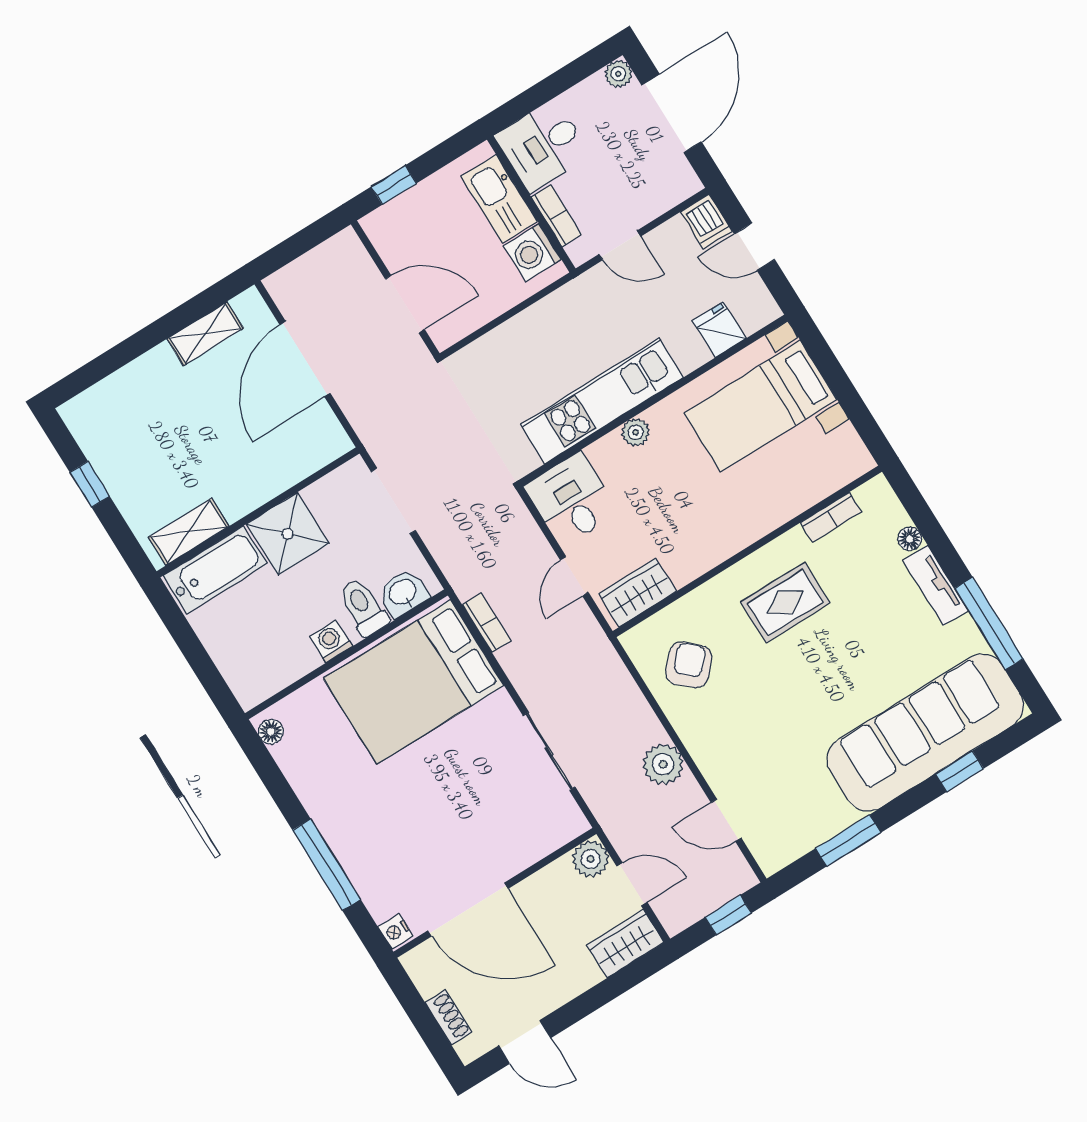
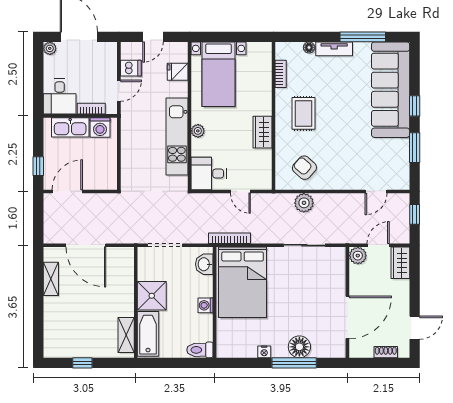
dishwasher: (706, 221) -> (131, 68), moved
door: (405, 304) -> (67, 191), moved
wardrobe: (637, 592) -> (263, 132), moved
toilet: (363, 607) -> (200, 350), moved
bookcase: (487, 623) -> (229, 238), width x1.56
floor lamp: (271, 732) -> (299, 347), moved, width x1.89, depth x1.89
plant: (663, 764) -> (304, 203), moved
window: (959, 771) -> (415, 106), moved
nightstand: (396, 931) -> (264, 352), moved

